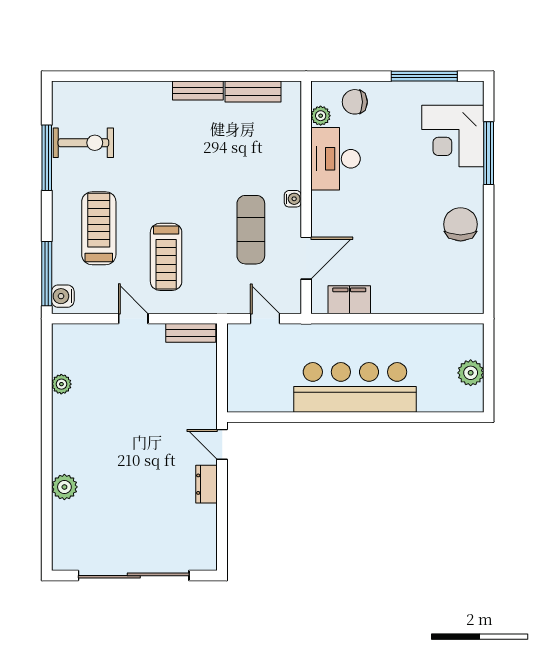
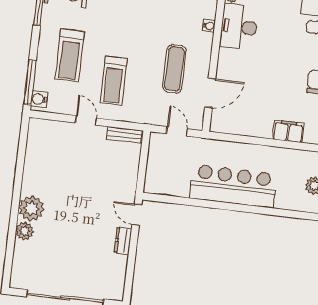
water cooler: (293, 199) -> (209, 26), moved
treadmill: (99, 228) -> (70, 55), turned 180
filing cabinet: (349, 300) -> (288, 131), moved
plant: (61, 384) -> (31, 208), moved, width x1.88, depth x1.88

